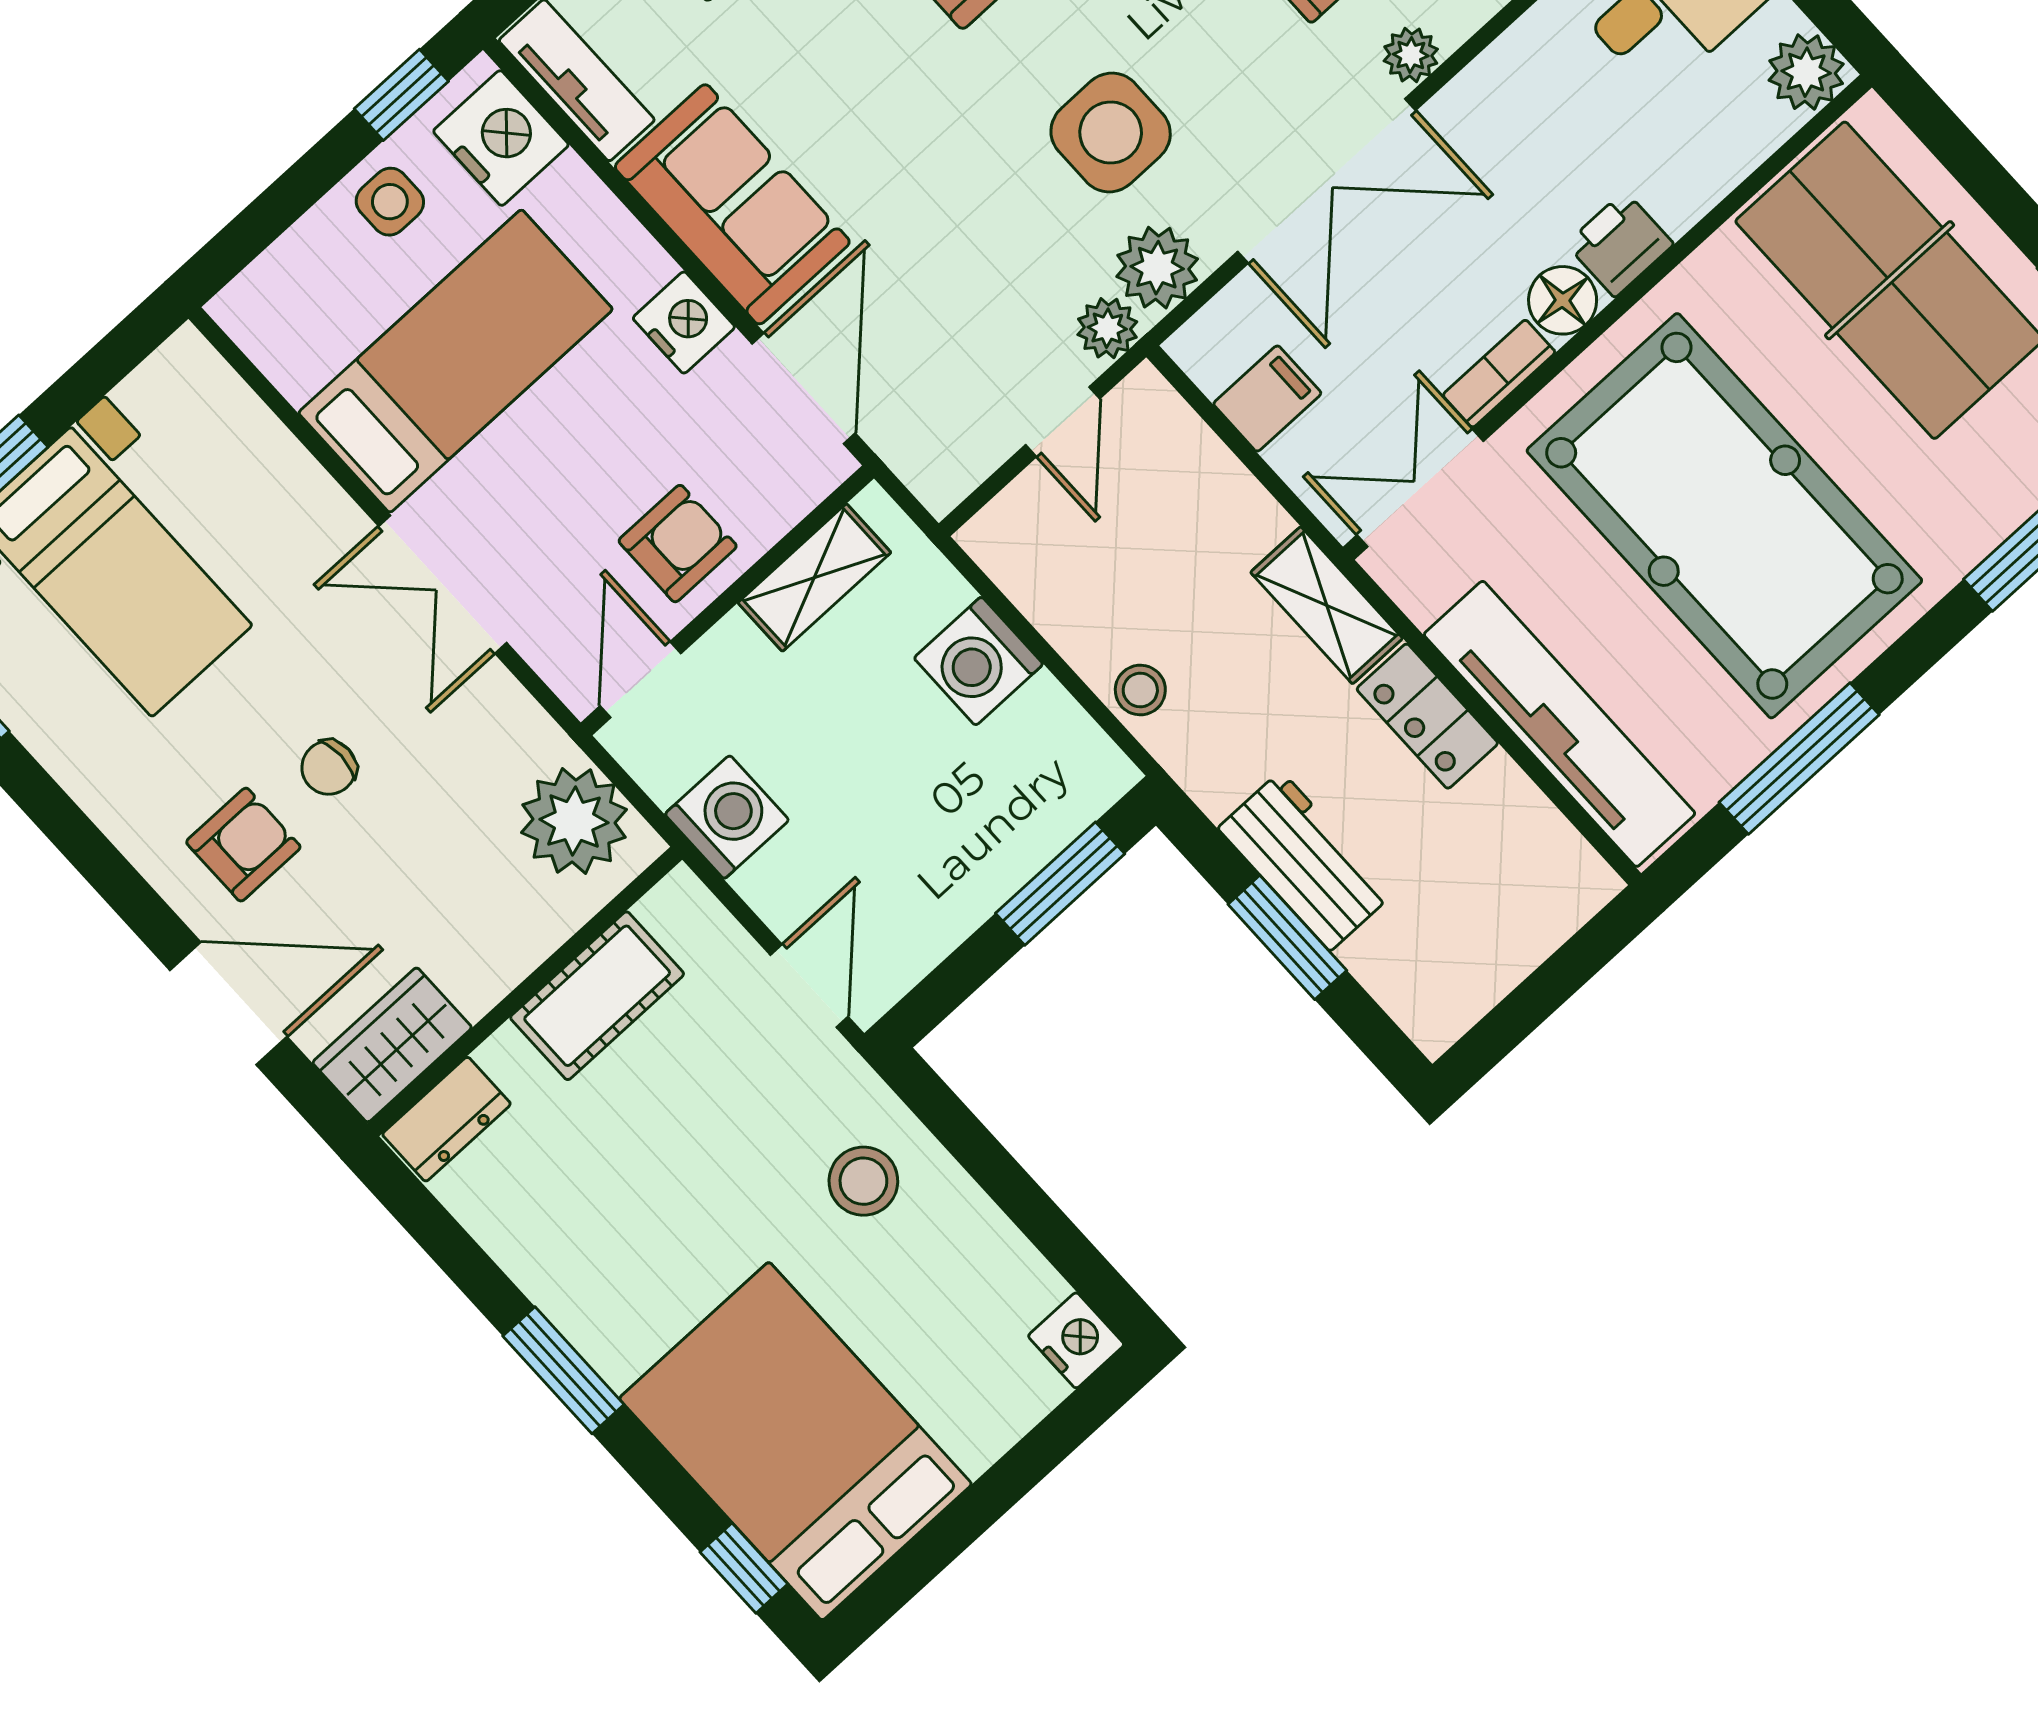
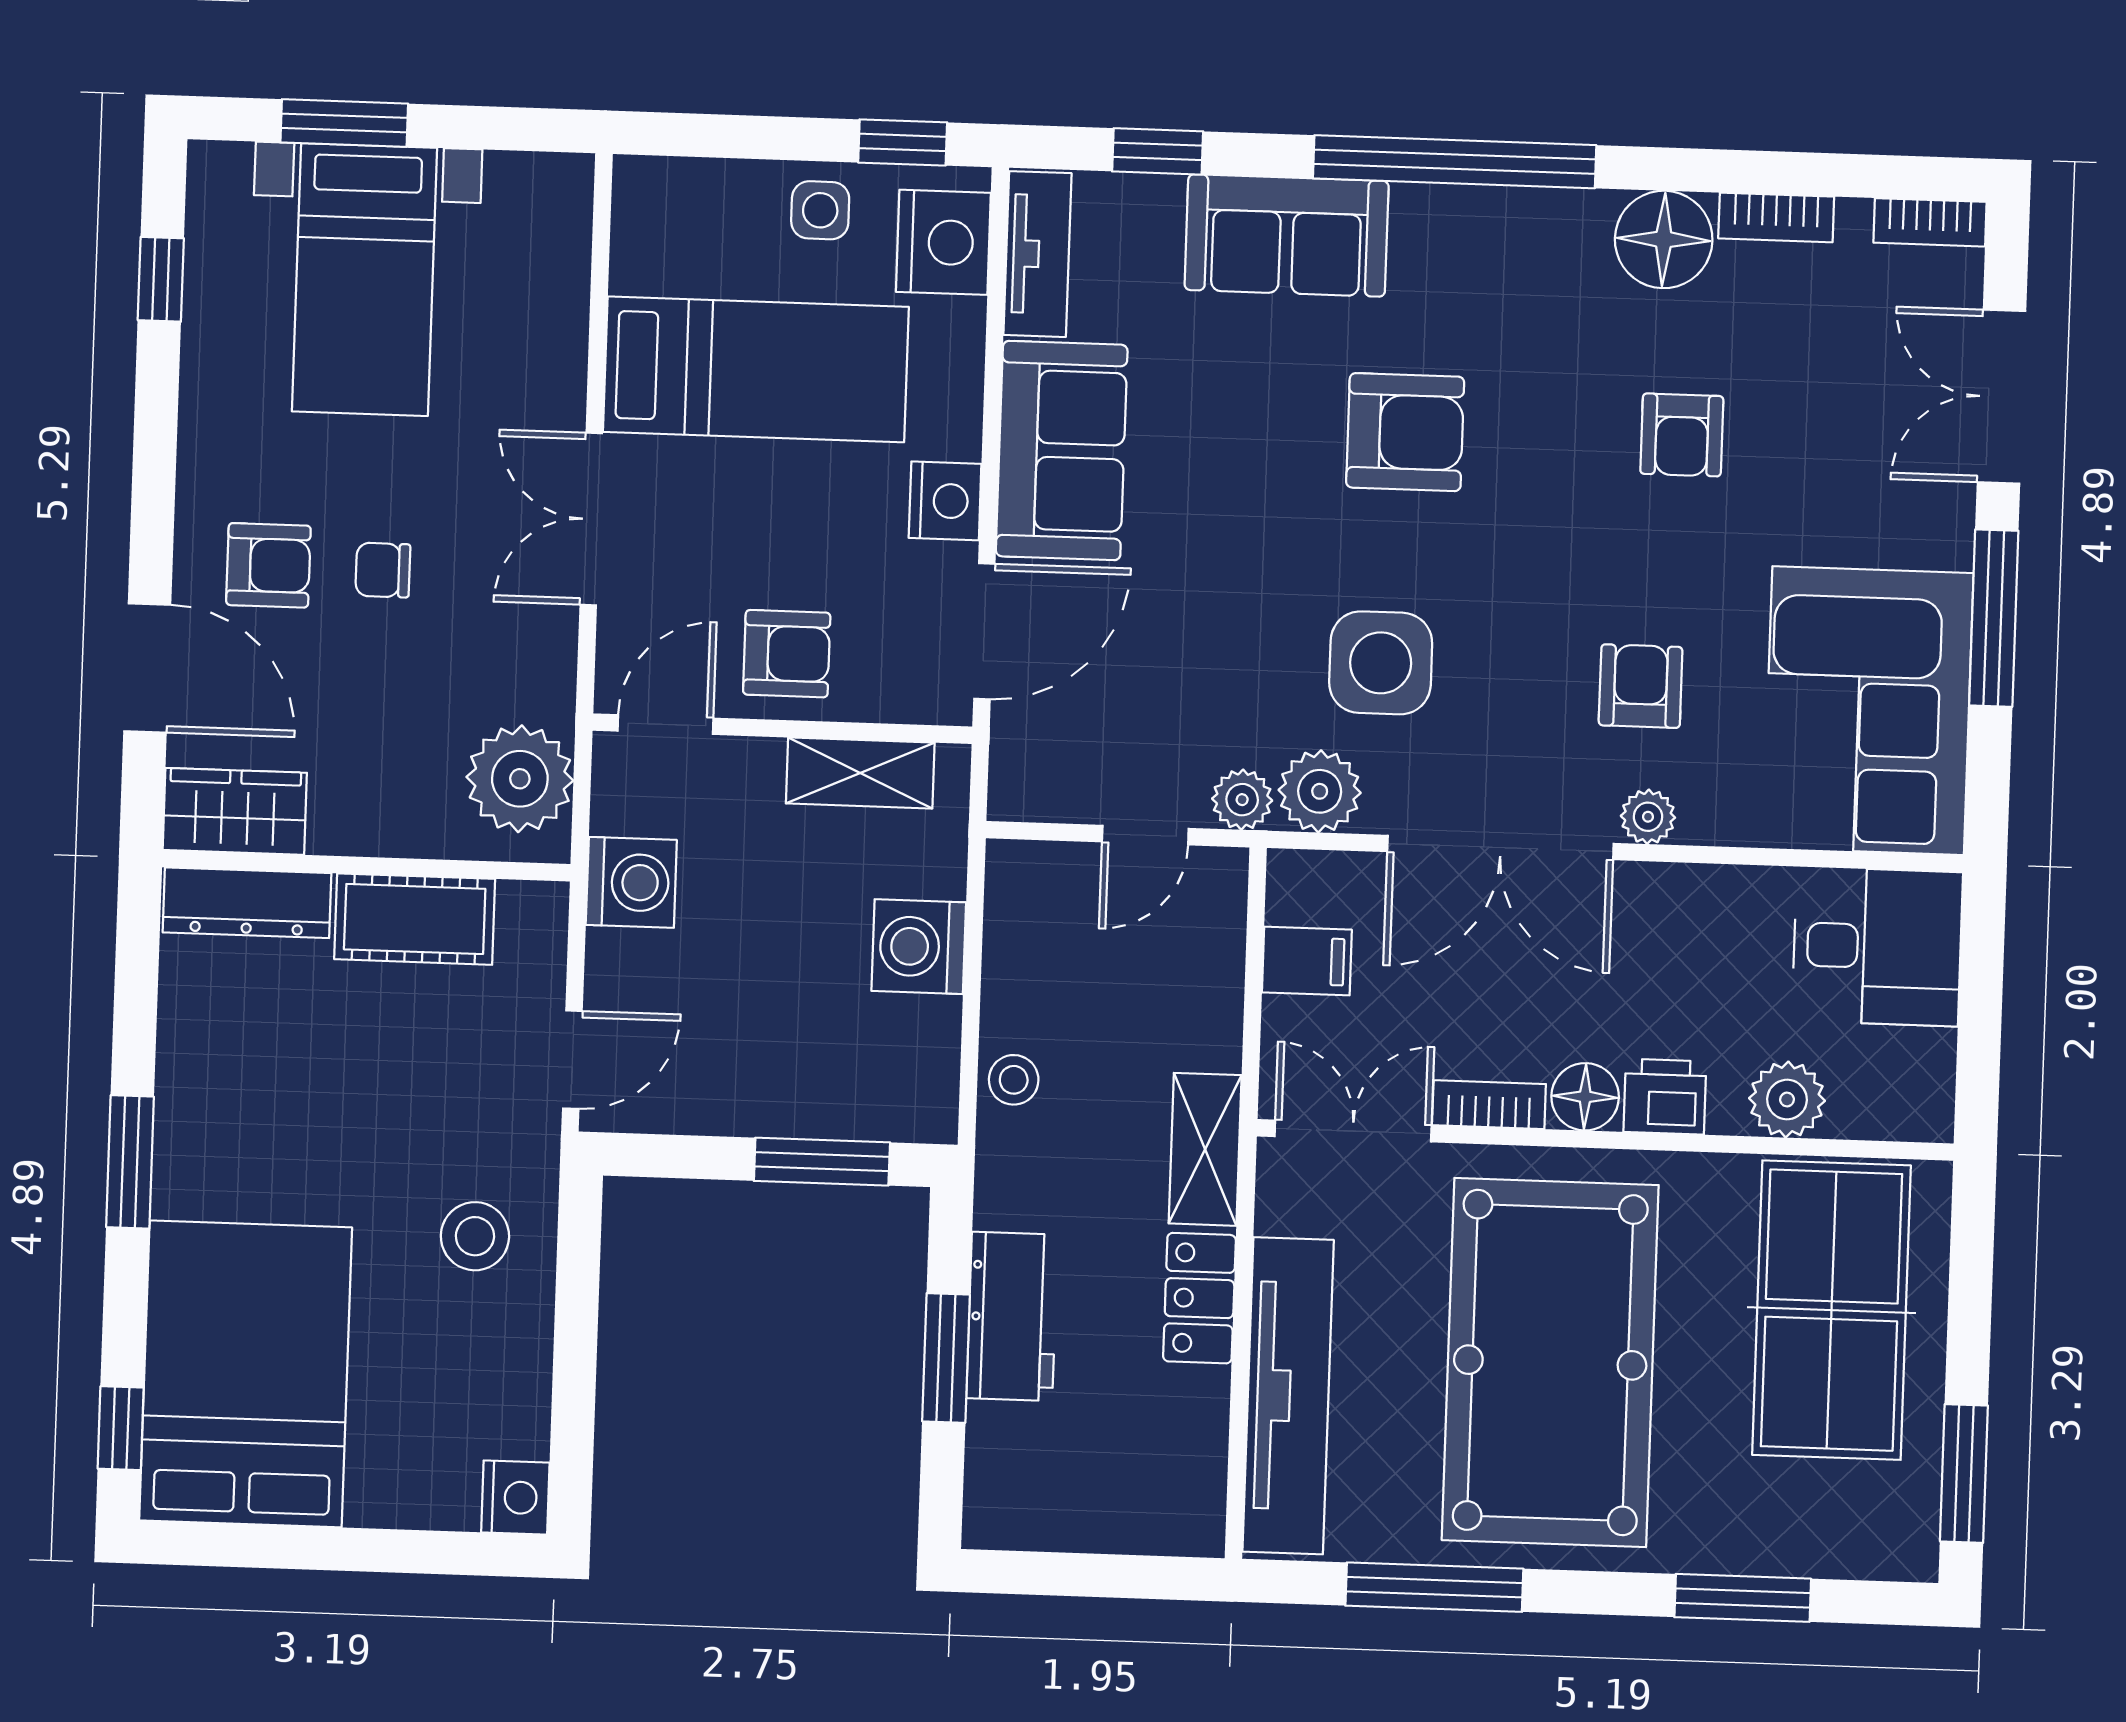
plant: (1806, 72) -> (1787, 1100), moved
dresser: (446, 1119) -> (247, 903), width x1.44

